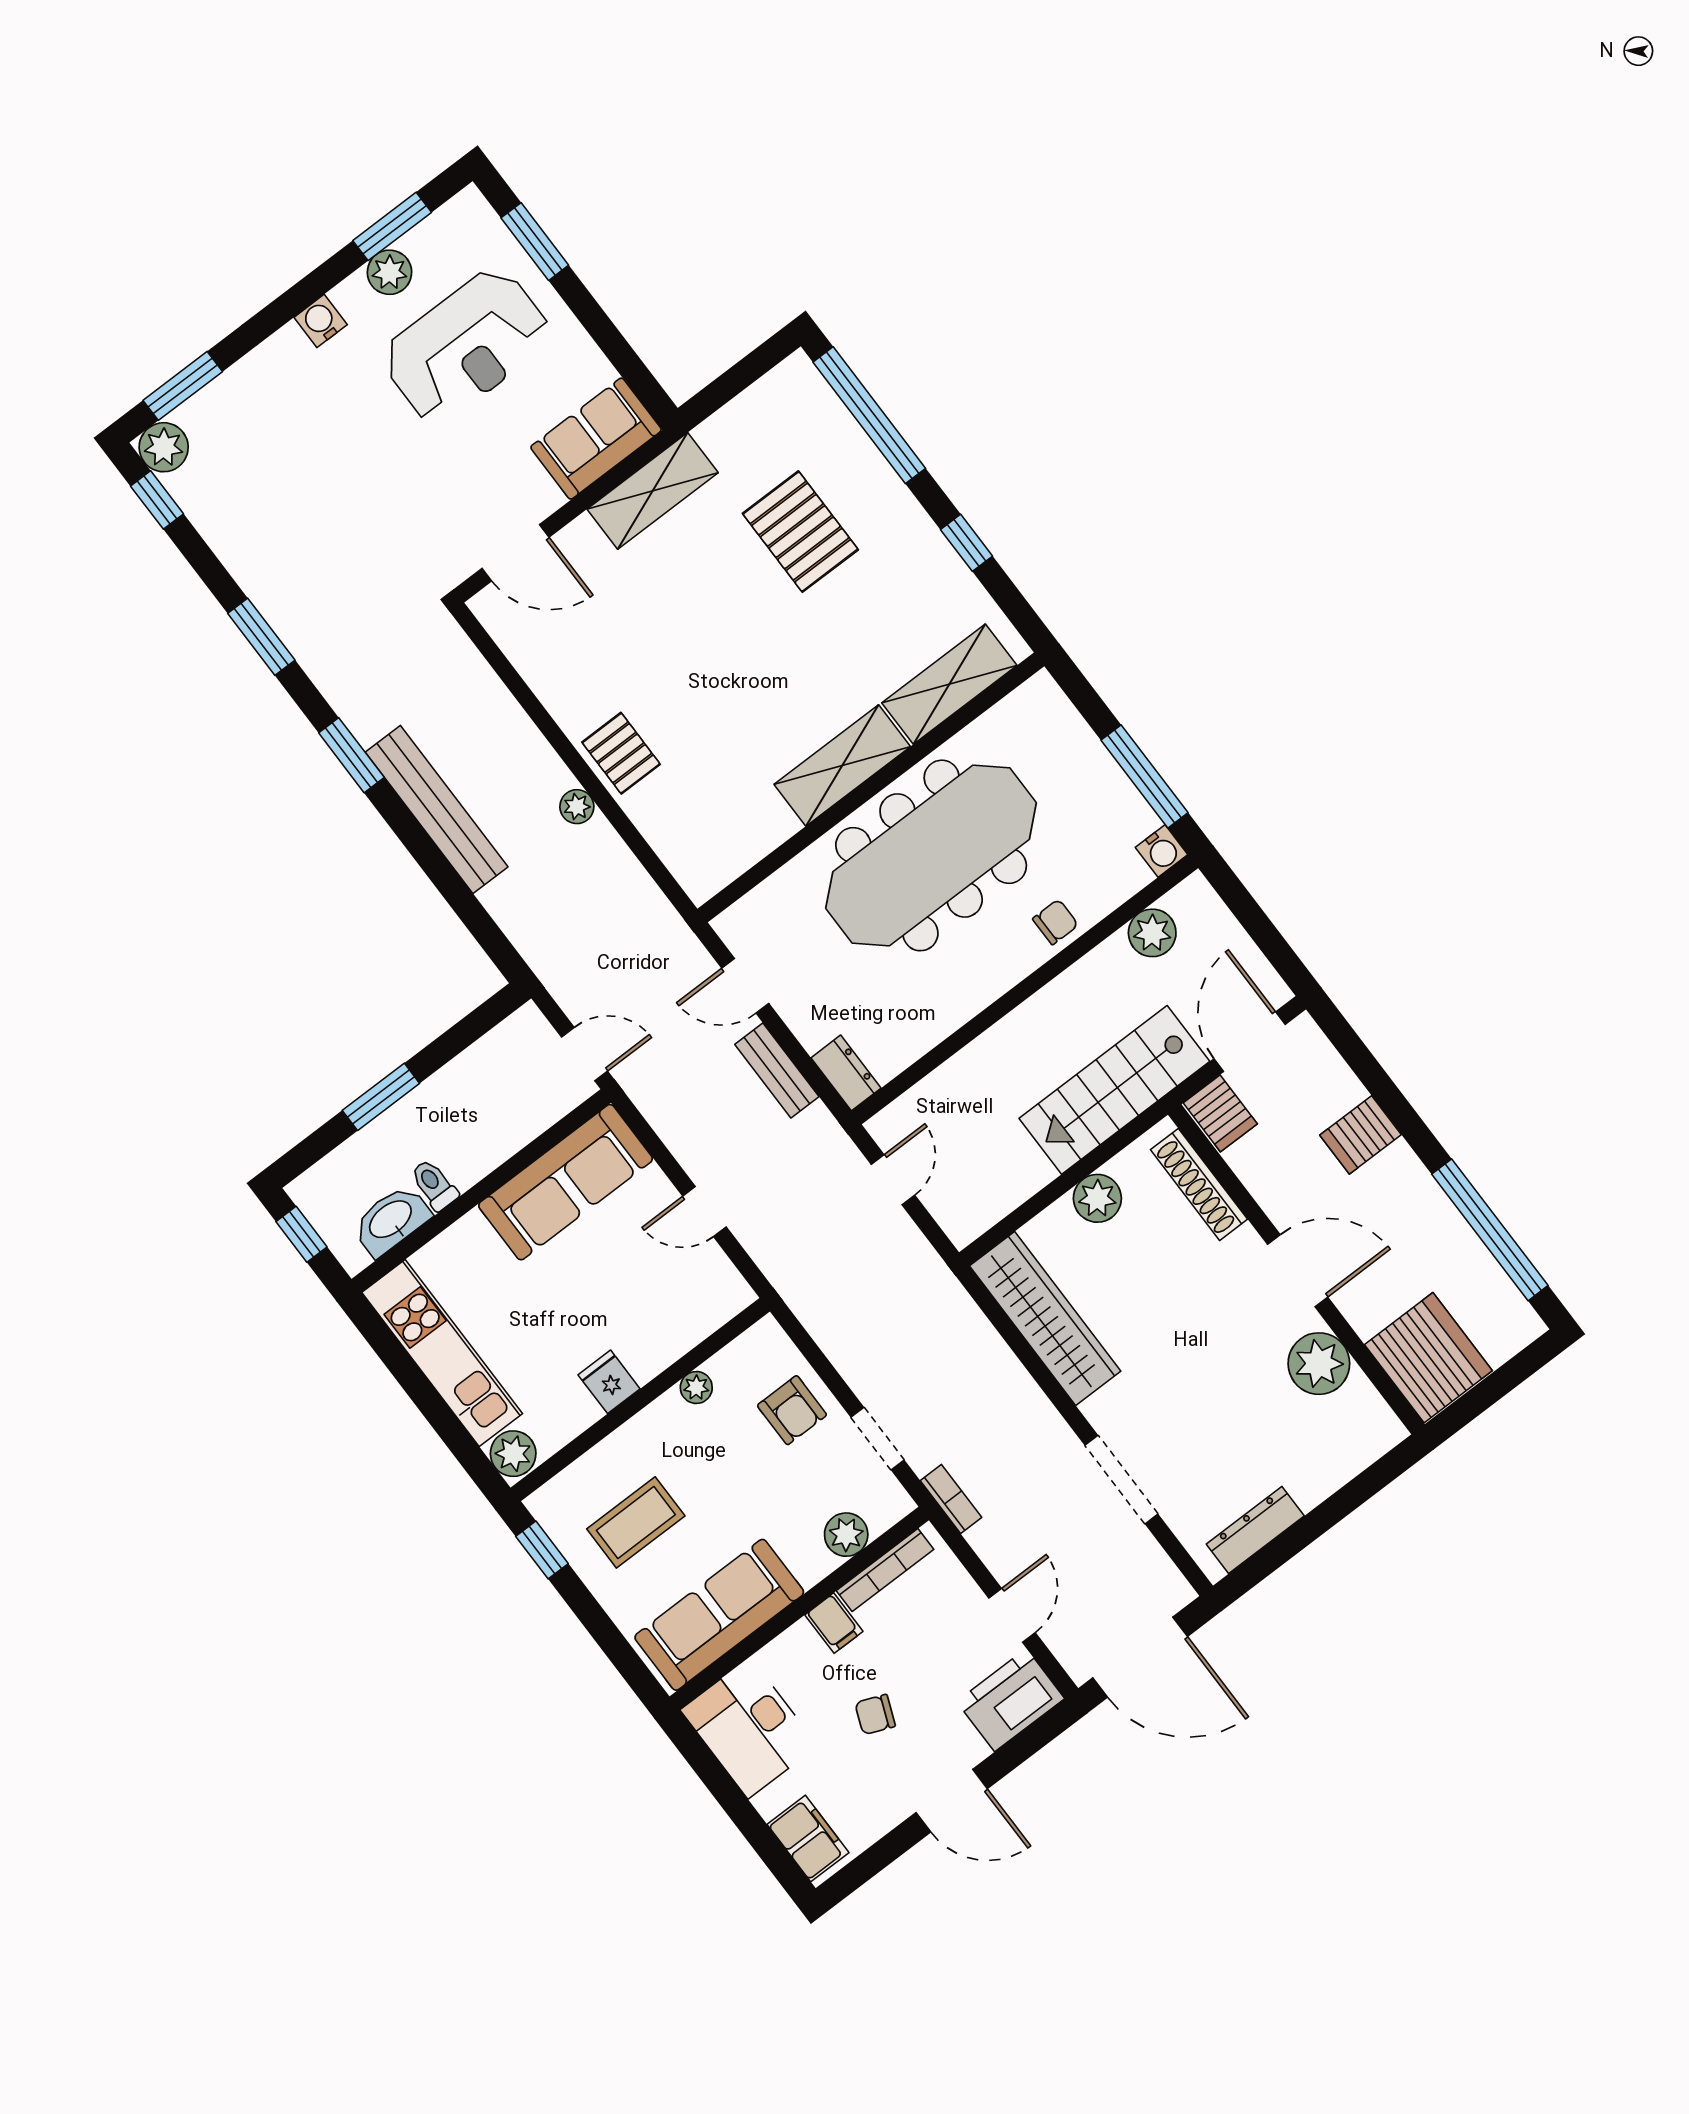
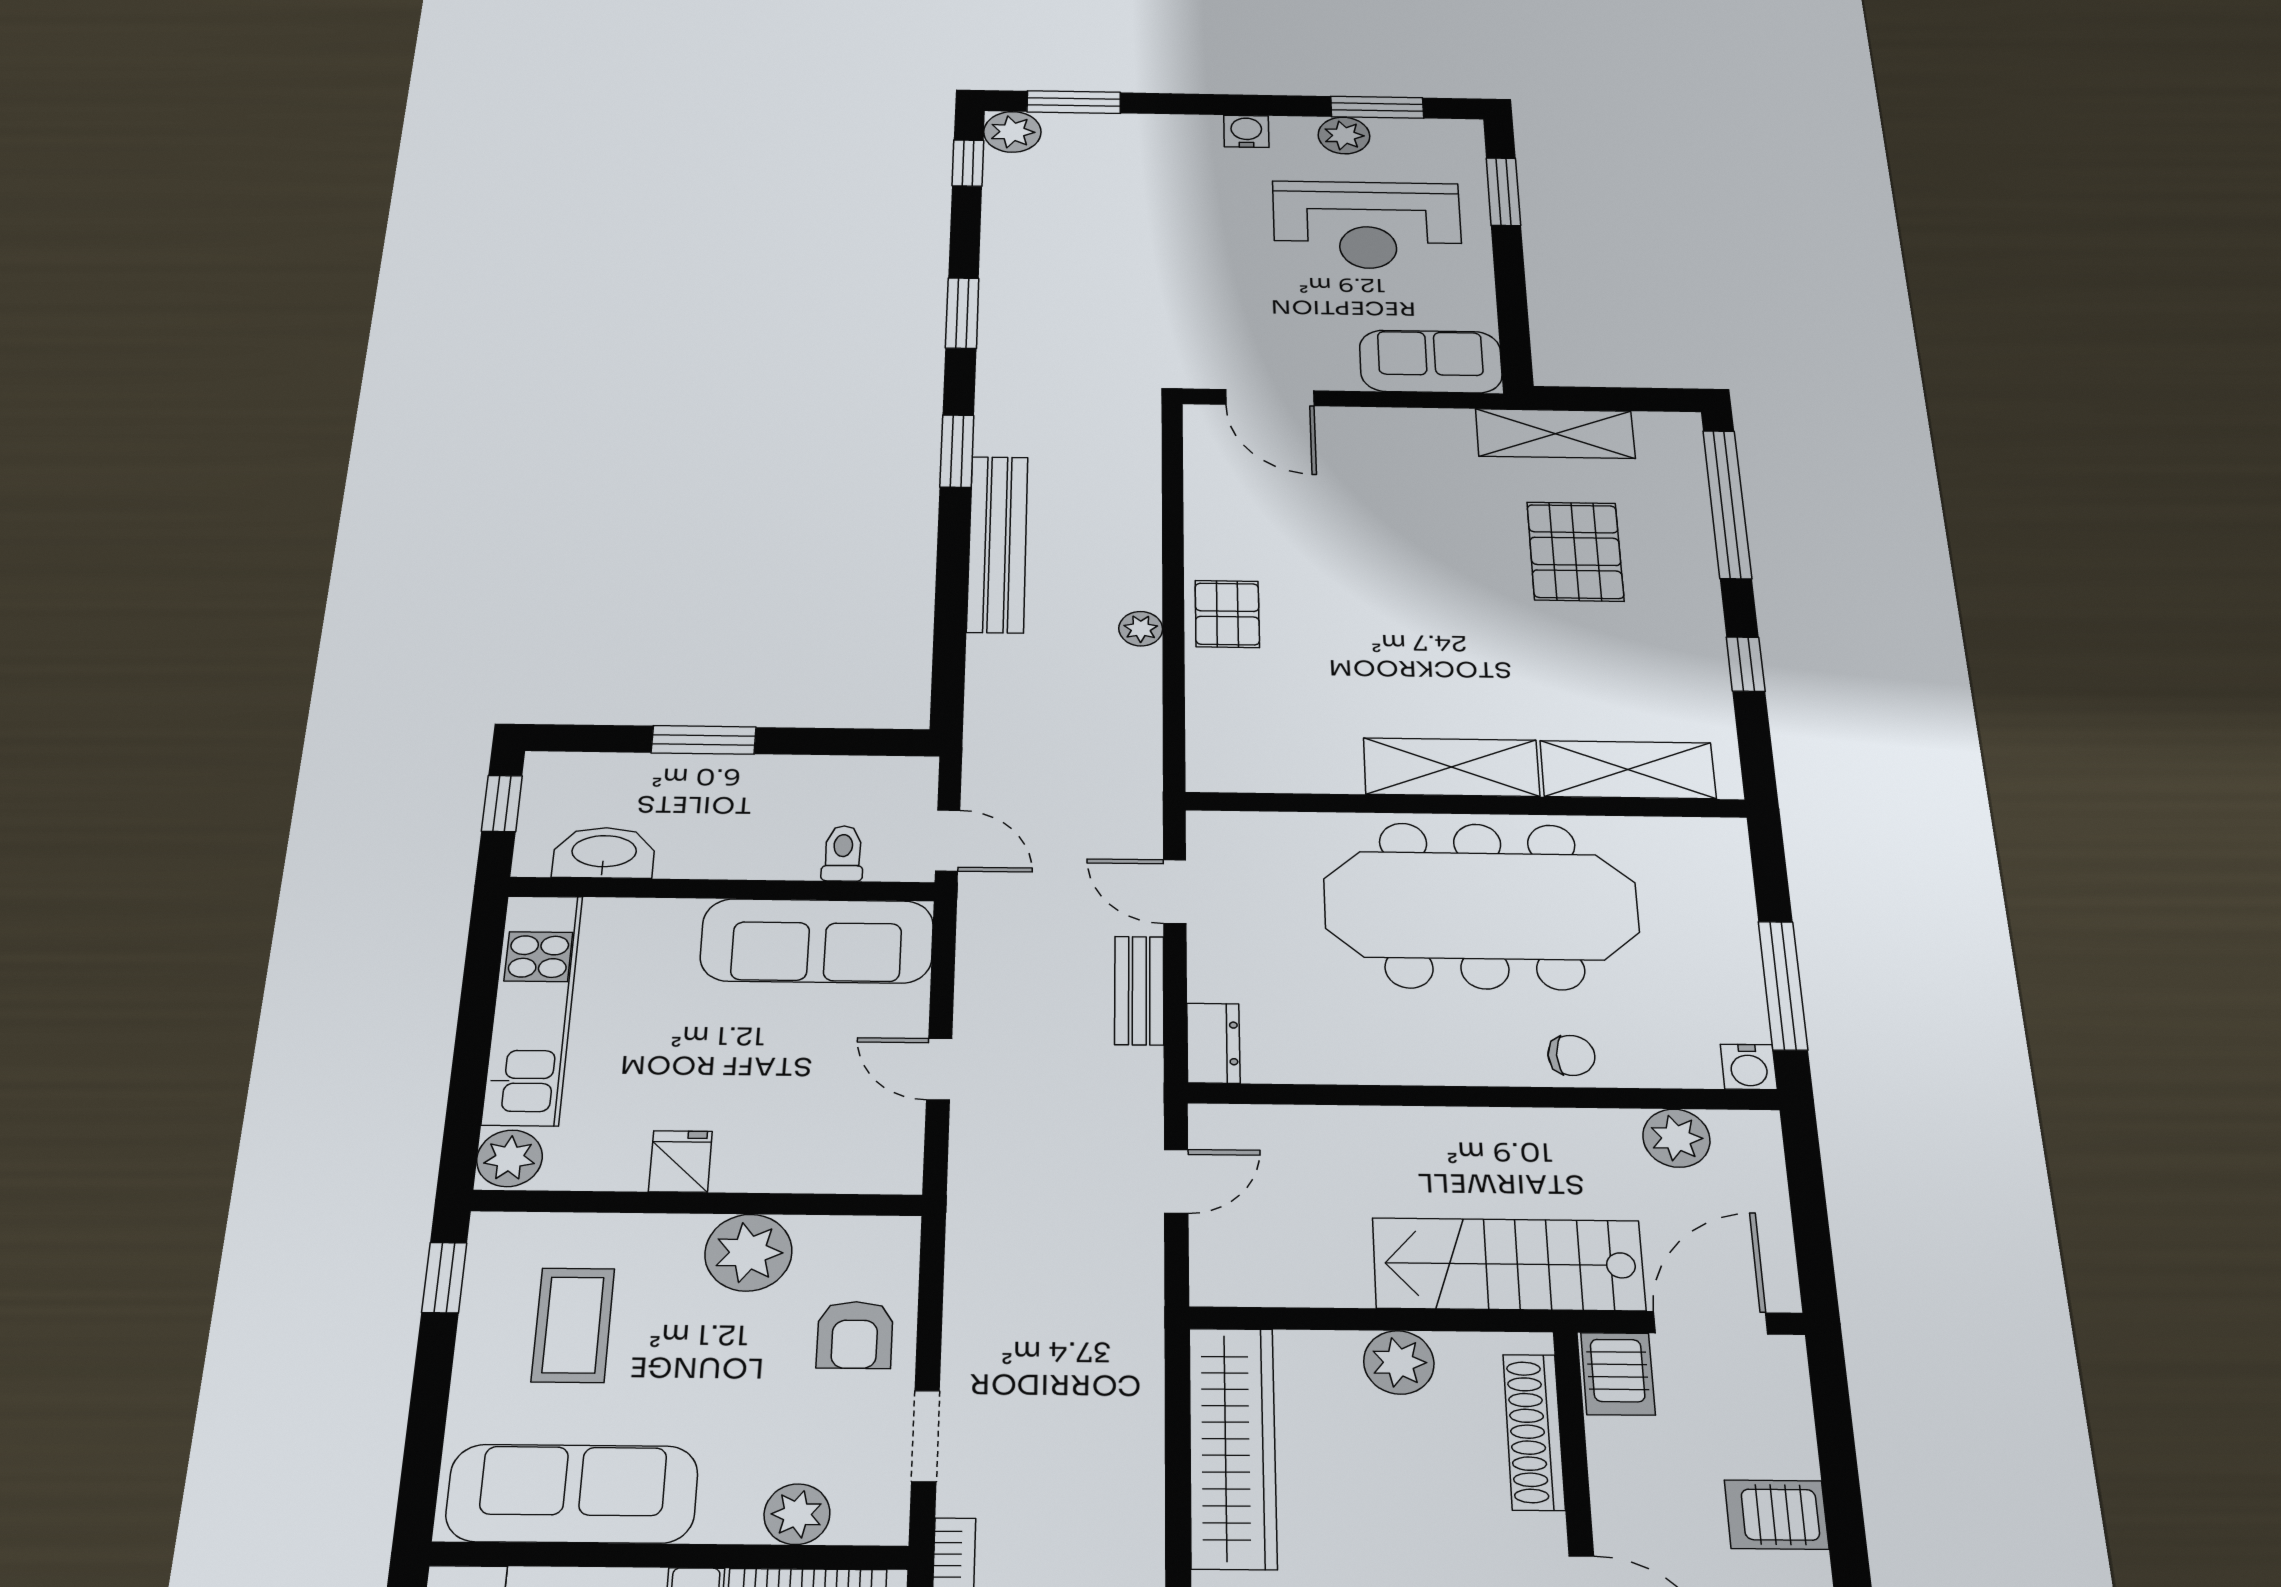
shelving: (653, 491) -> (1555, 434), moved
toilet: (434, 1185) -> (843, 853), moved
plant: (696, 1387) -> (748, 1253), width x1.88, depth x1.88
coffee table: (636, 1522) -> (573, 1325), turned 90

